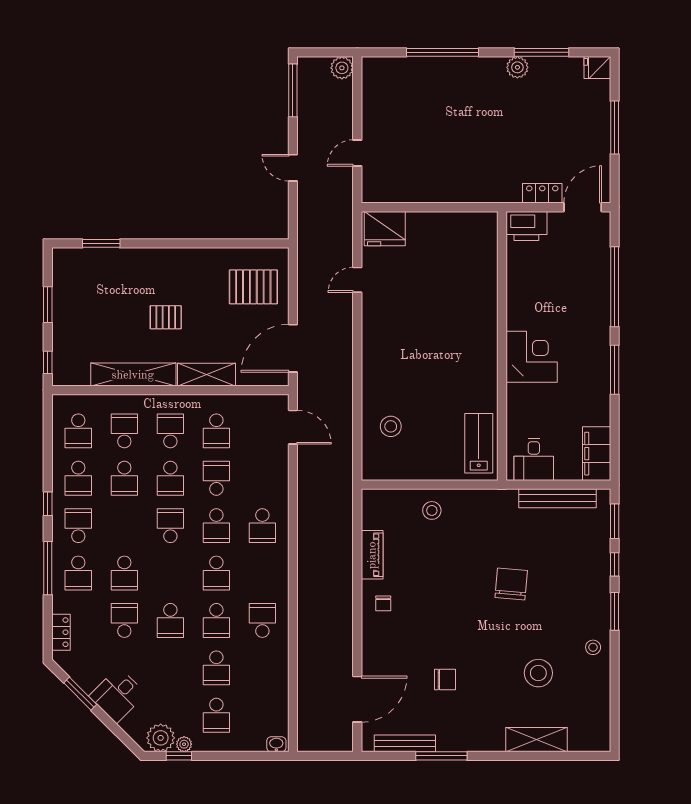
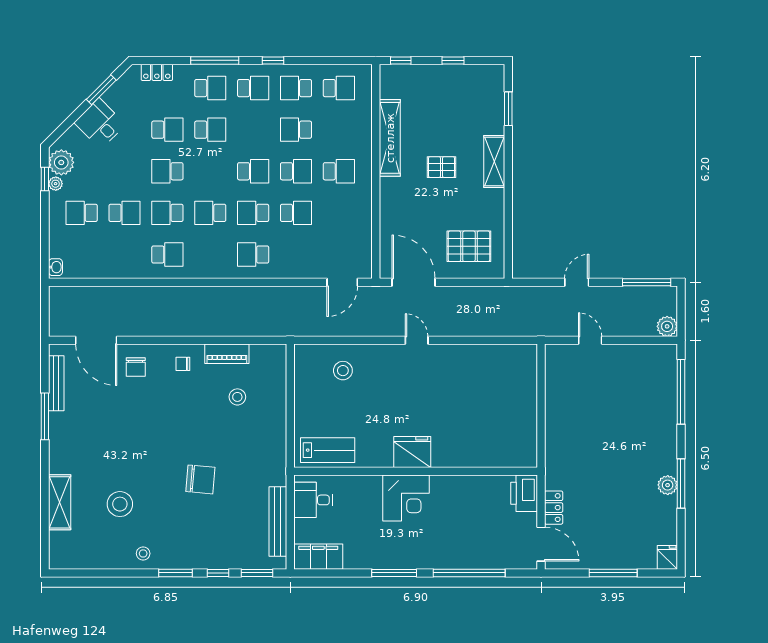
window: (442, 52) -> (681, 392), moved
window: (542, 52) -> (681, 483), moved
fridge: (385, 229) -> (412, 452), moved, turned 90
door: (357, 280) -> (417, 340), moved
pallet: (253, 287) -> (469, 246), turned 90
window: (48, 305) -> (453, 60), width x0.67
pallet: (166, 317) -> (442, 167), turned 90
shelving: (206, 375) -> (494, 162), moved
school desk: (78, 431) -> (339, 88), turned 180
school desk: (124, 431) -> (339, 130), removed
school desk: (216, 431) -> (339, 213), removed
school desk: (170, 478) -> (296, 171), turned 180
stool: (432, 510) -> (237, 397), moved
school desk: (78, 573) -> (210, 88), turned 180
school desk: (124, 573) -> (210, 130), turned 180
school desk: (216, 668) -> (125, 213), turned 180
chair: (445, 680) -> (136, 367), moved

